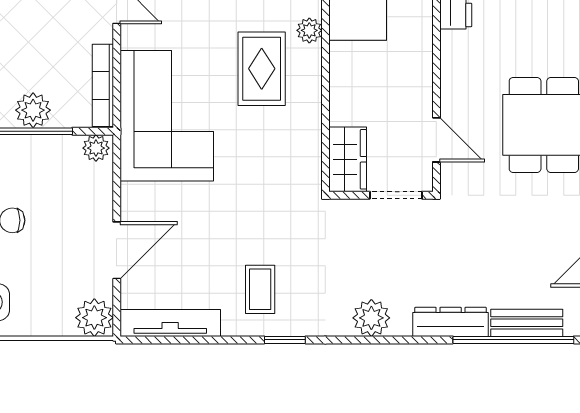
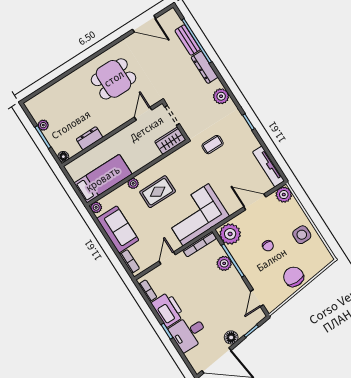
plant: (96, 148) -> (230, 234), width x1.88, depth x1.88
coffee table: (260, 289) -> (213, 145), moved

